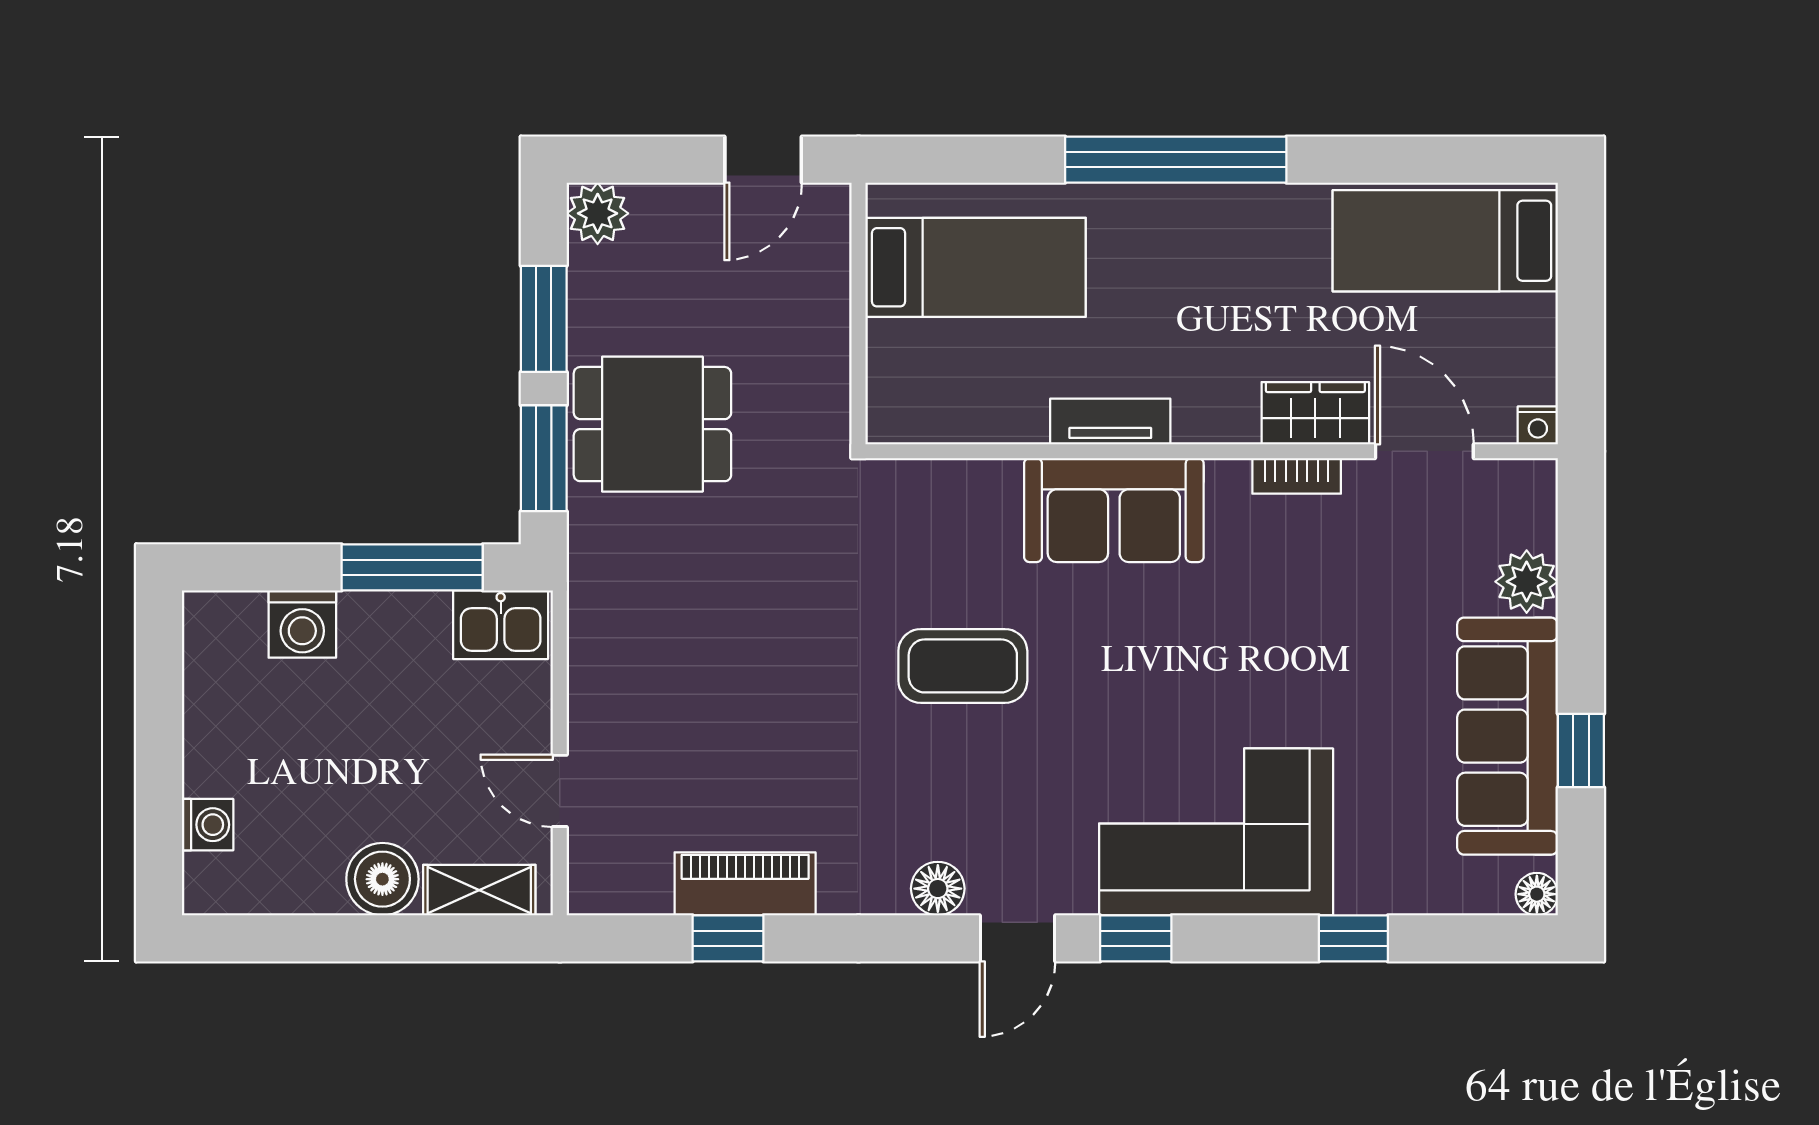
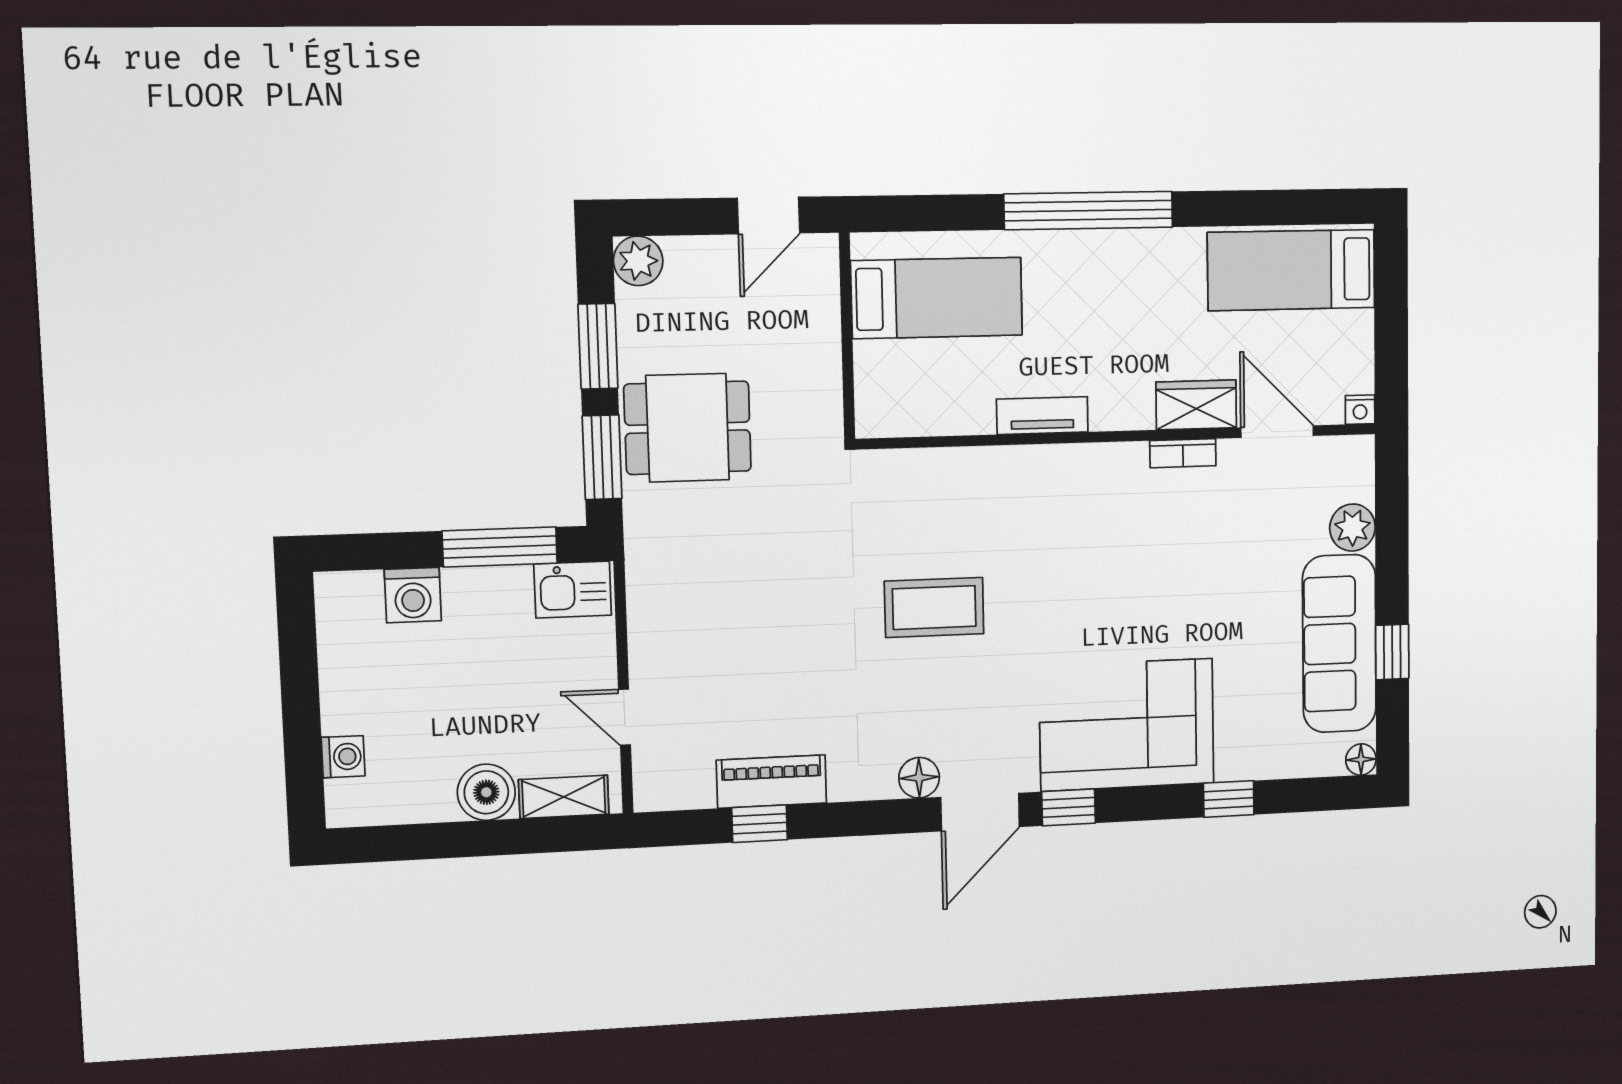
sofa: (1114, 510) -> (1046, 484), removed
door: (1018, 938) -> (980, 812), width x1.38

